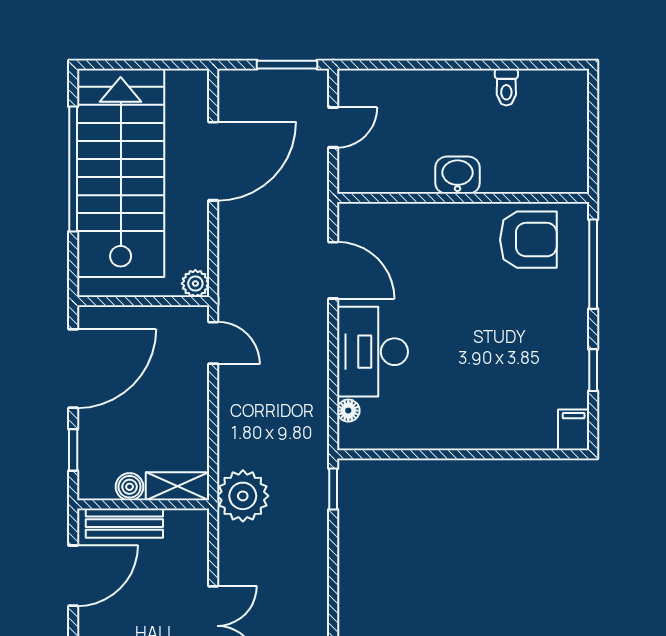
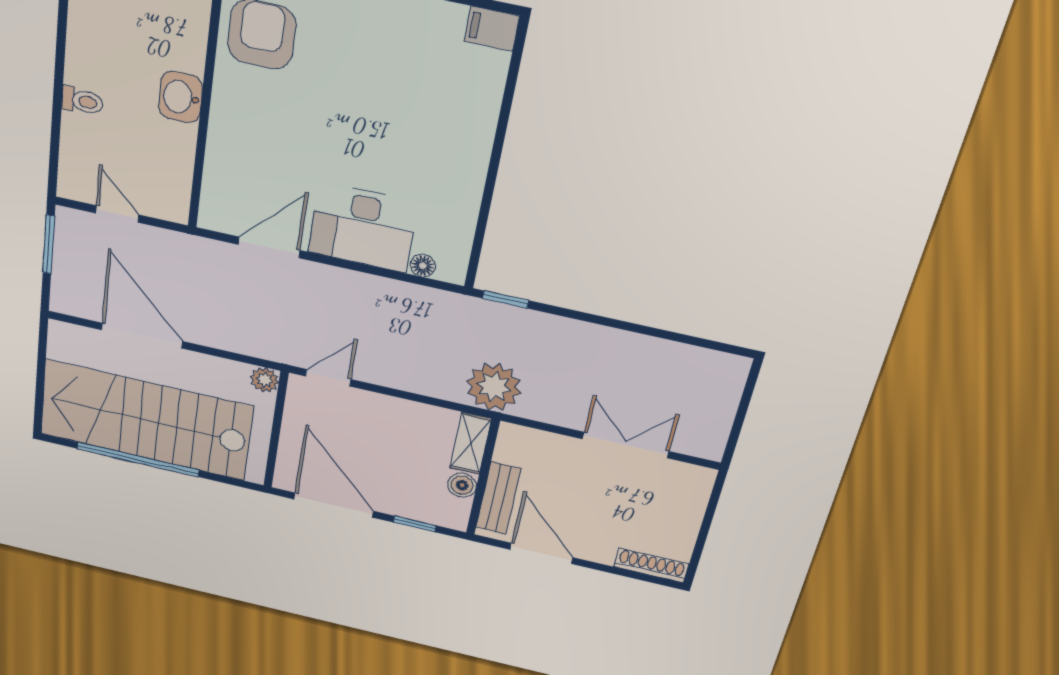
toilet: (506, 87) -> (82, 101), moved

